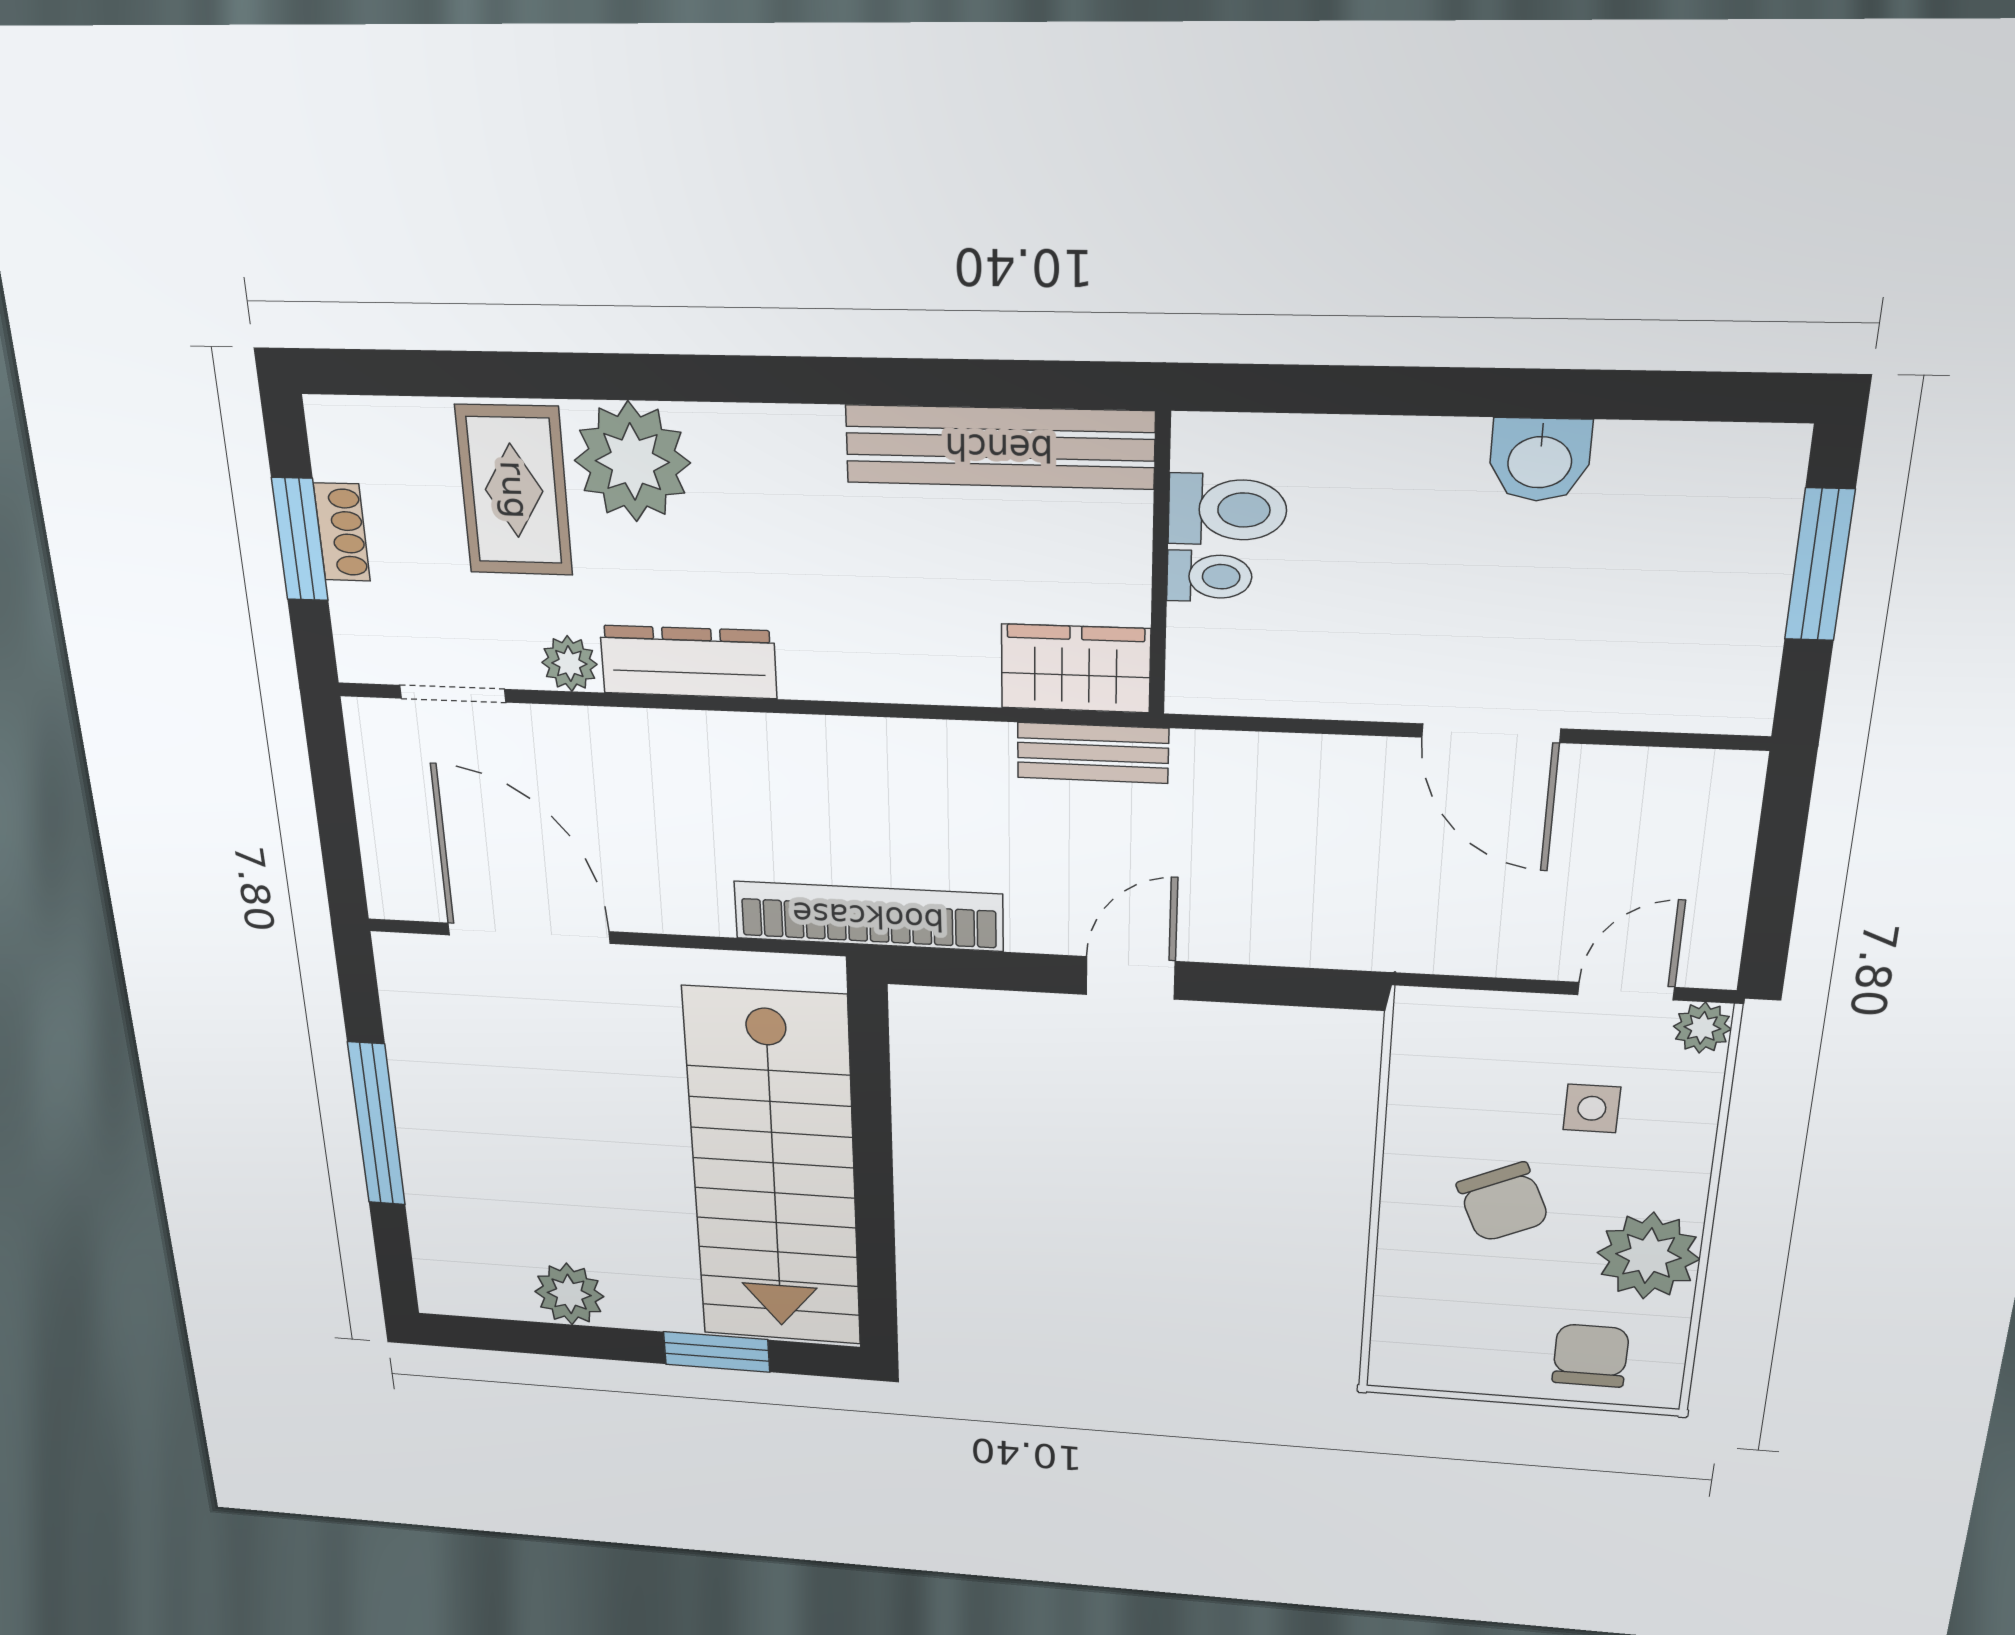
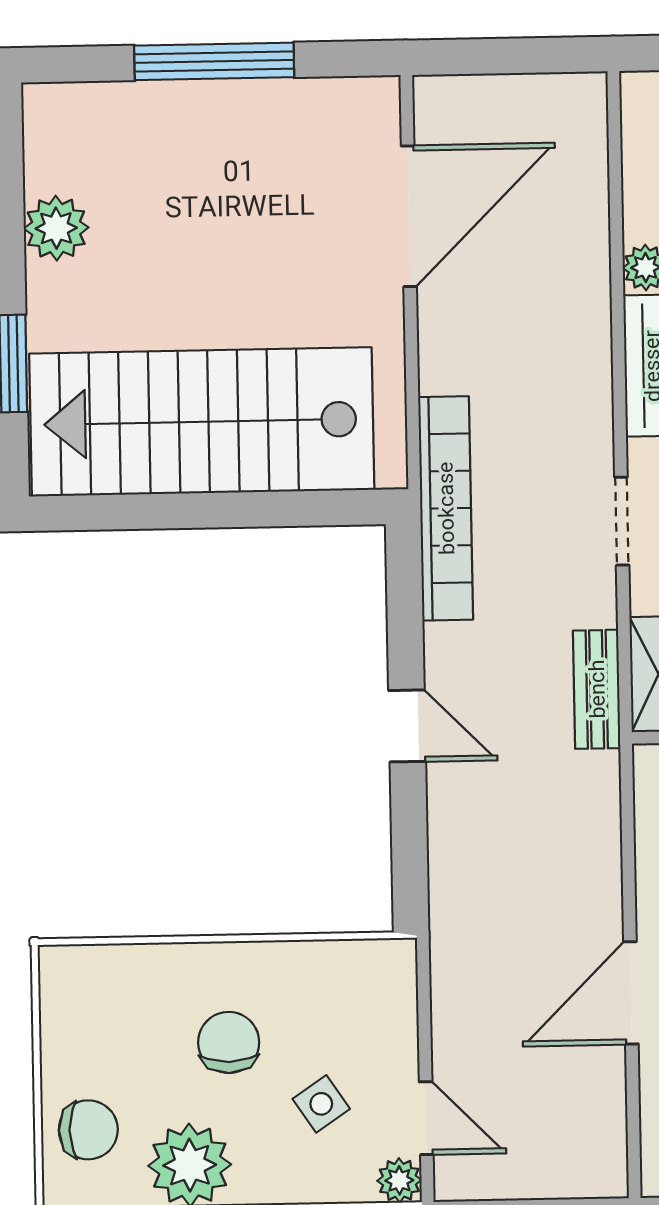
doorway: (453, 694) -> (622, 521), moved
side table: (1592, 1108) -> (321, 1104), turned -34
chair: (1503, 1202) -> (229, 1042), turned 114

